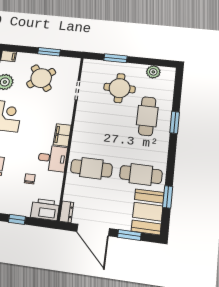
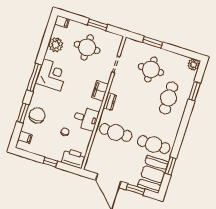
plant: (153, 72) -> (193, 65), moved
round table: (41, 78) -> (87, 47), turned 38
window: (175, 122) -> (194, 91), moved
filing cabinet: (62, 135) -> (100, 91), moved
dresser: (67, 212) -> (110, 102), moved

